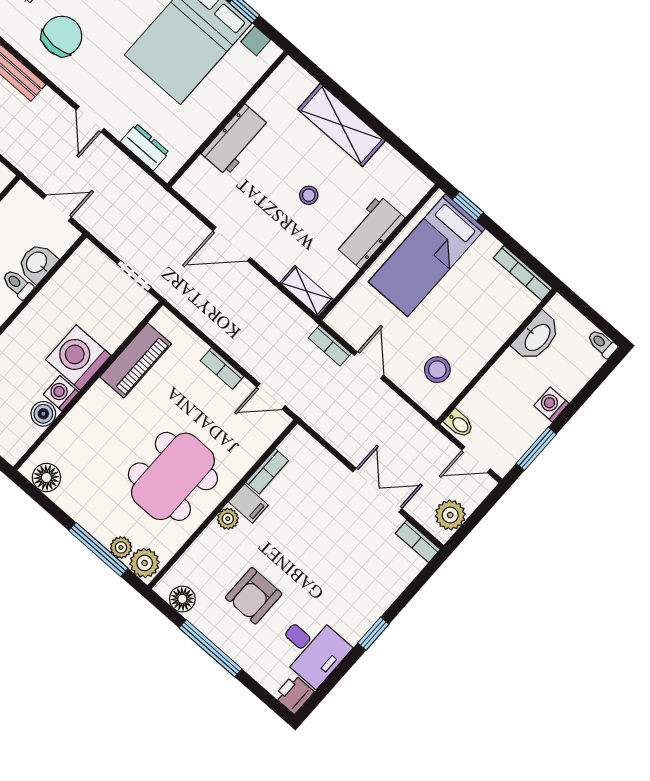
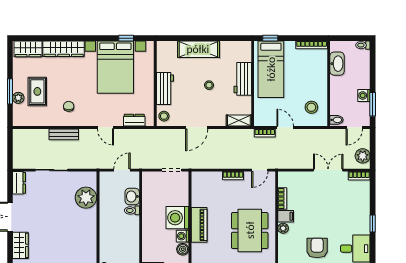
chair: (62, 36) -> (69, 106), width x0.54, depth x0.54
stool: (196, 182) -> (164, 116), added
piano: (136, 360) -> (199, 225), moved
washing machine: (551, 404) -> (364, 96), moved
armchair: (254, 596) -> (317, 248), turned 180

